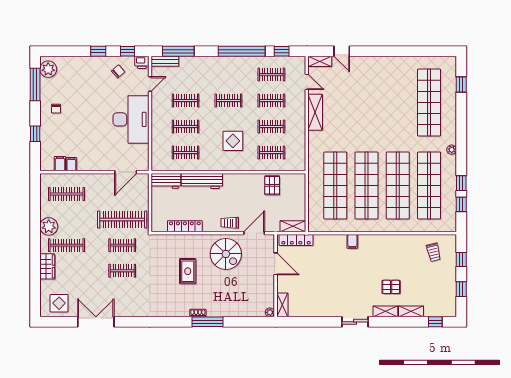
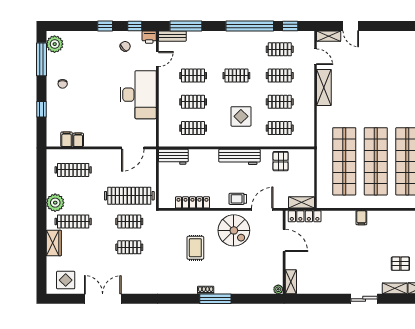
workbench: (202, 181) -> (239, 157), moved

